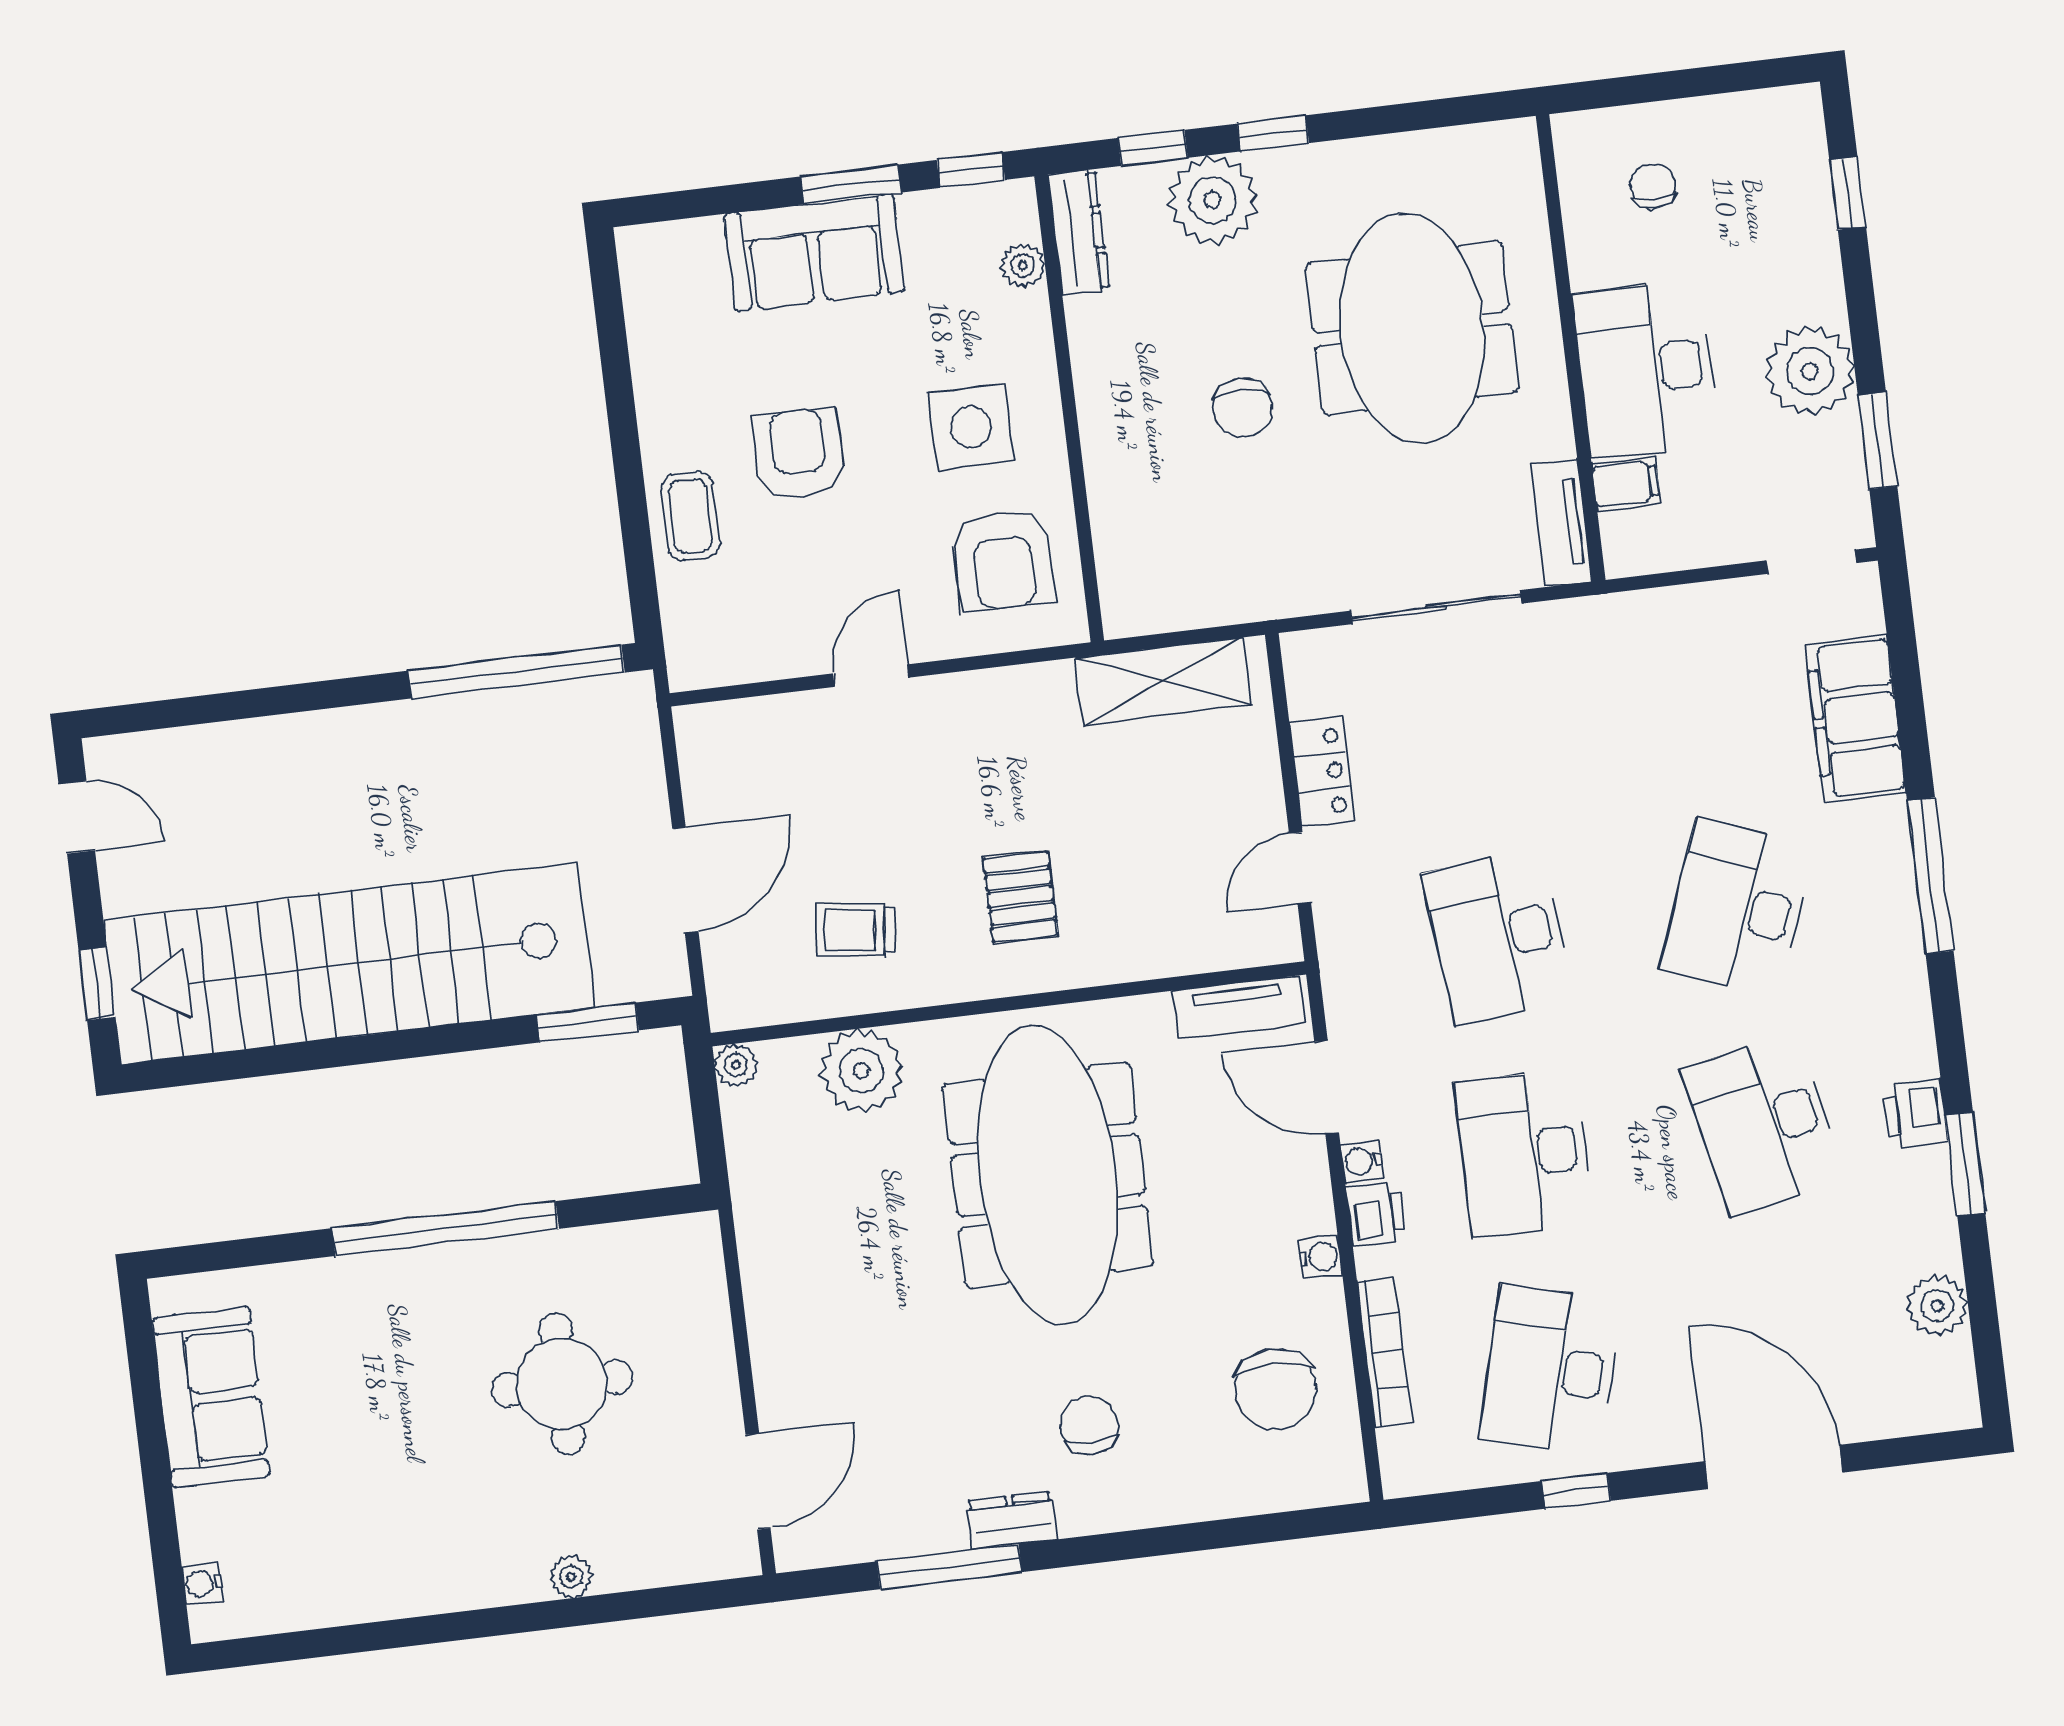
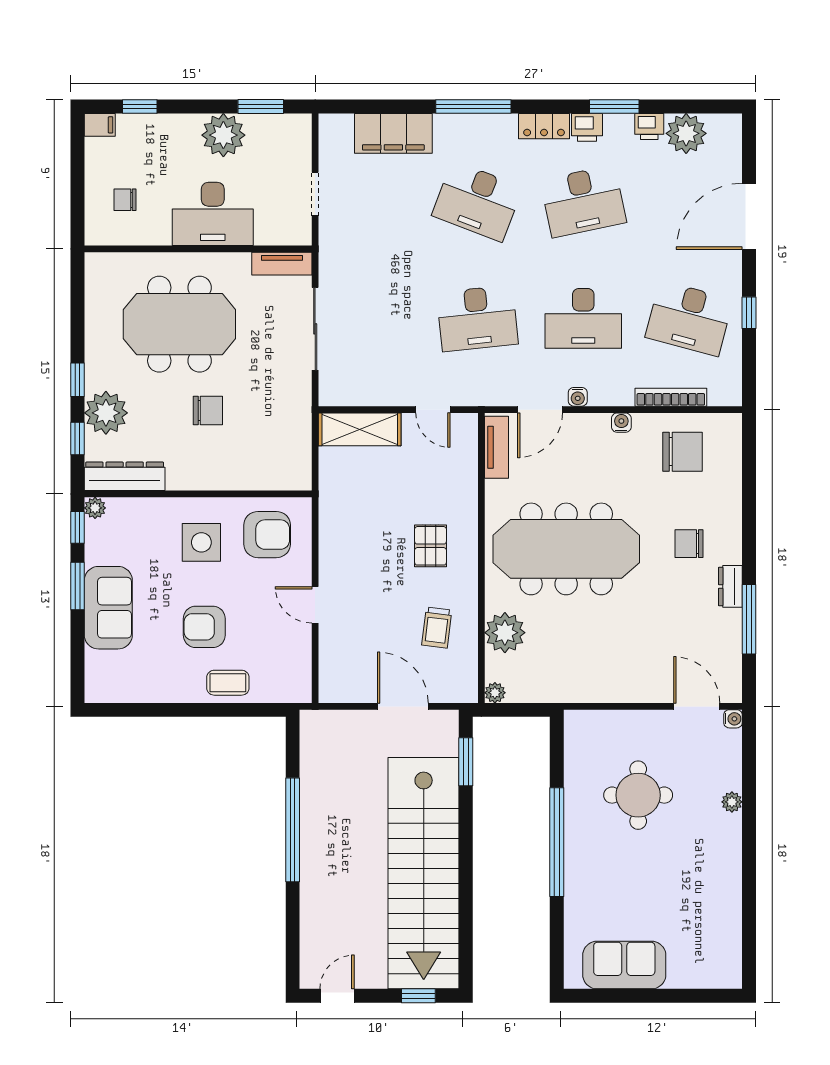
dresser: (1079, 232) -> (125, 476), width x1.37, depth x1.24
plant: (1023, 266) -> (95, 508), moved
filing cabinet: (1626, 484) -> (100, 125), moved, turned 90
doorway: (1811, 562) -> (315, 194), moved
window: (516, 672) -> (293, 830), moved
shelving: (1164, 681) -> (360, 429), moved, turned 90
locker: (1322, 772) -> (544, 126), moved, turned 180
pallet: (1021, 897) -> (430, 546), turned 90
printer: (1376, 1214) -> (649, 126), moved, turned 180
plant: (1937, 1305) -> (686, 133), width x1.36, depth x1.36
water cooler: (203, 1584) -> (733, 719), moved, turned -90

